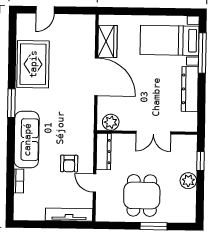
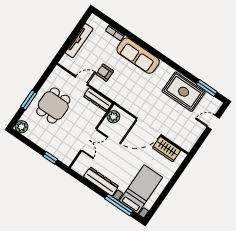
door: (45, 10) -> (213, 122), hinge flipped
window: (11, 103) -> (207, 88), moved
double door: (153, 133) -> (89, 140), swing flipped
plant: (188, 181) -> (21, 127), moved
dining table: (142, 195) -> (53, 106), turned 90
tv unit: (69, 215) -> (79, 41), moved

